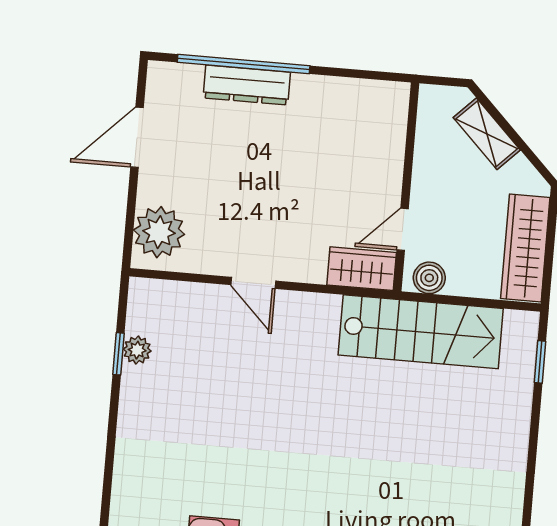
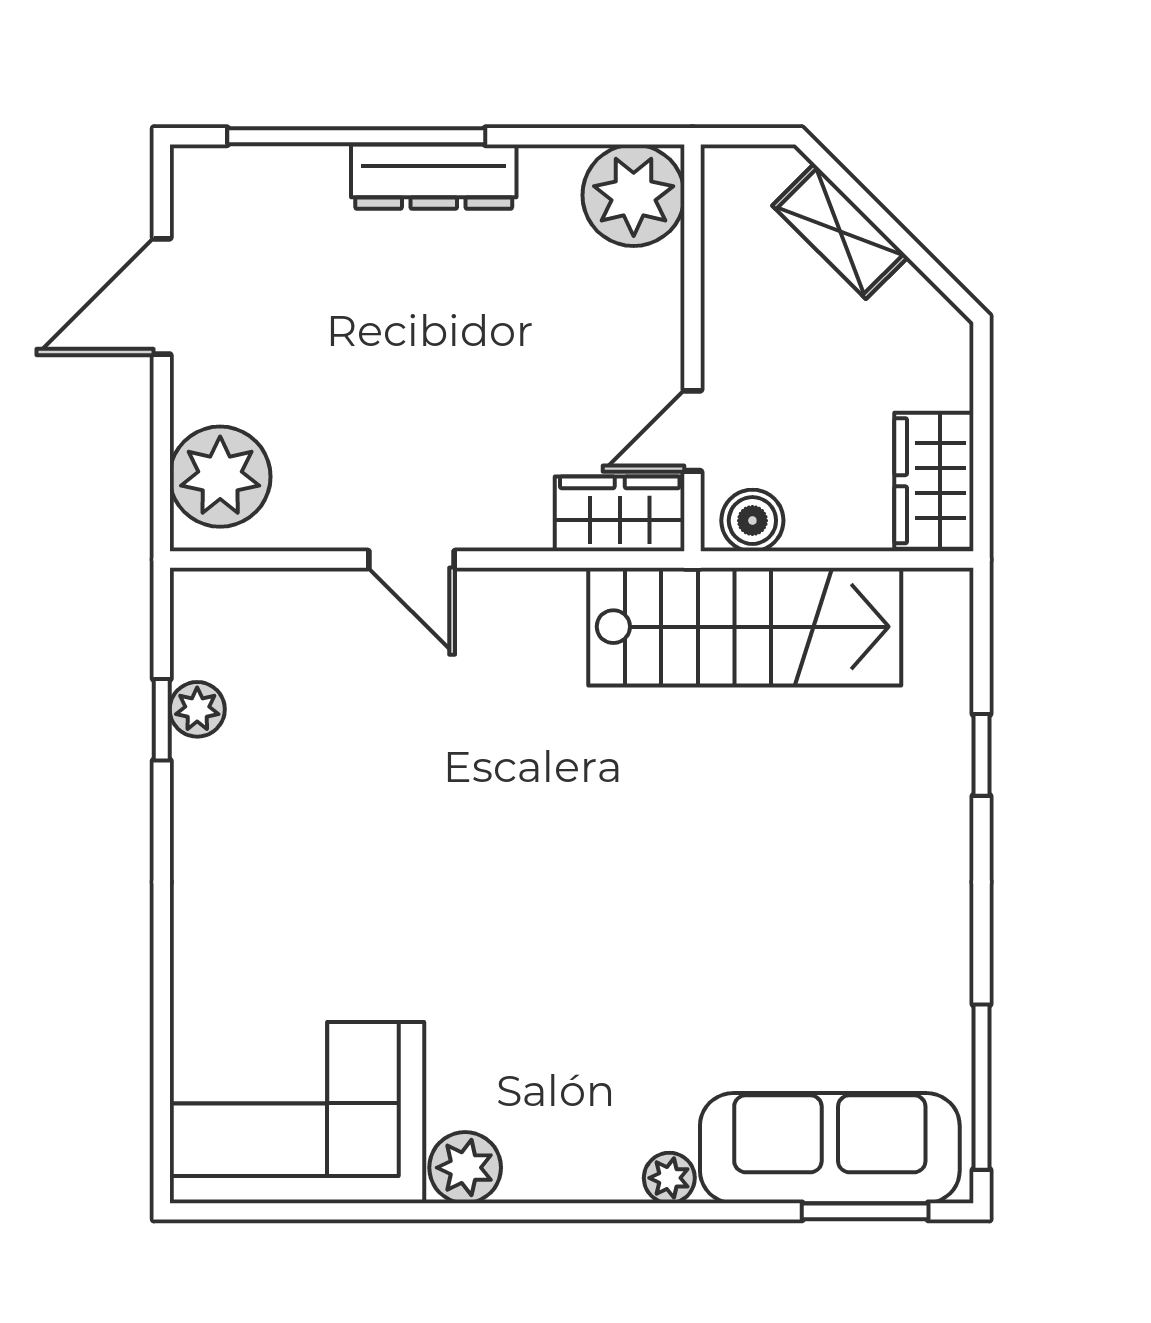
dresser: (247, 85) -> (434, 177), moved
plant: (383, 106) -> (634, 195), added
wardrobe: (525, 248) -> (934, 481), width x0.67
window: (540, 362) -> (981, 755), moved

